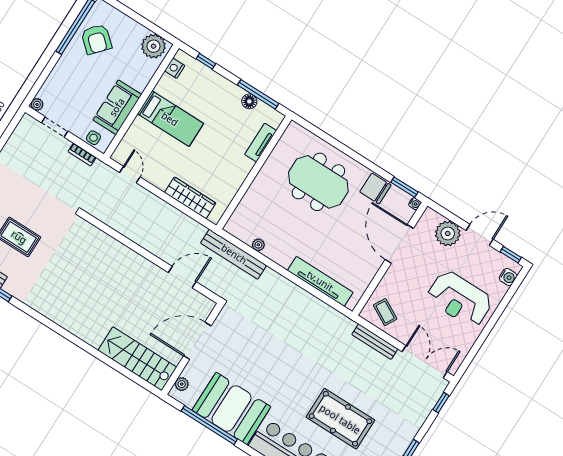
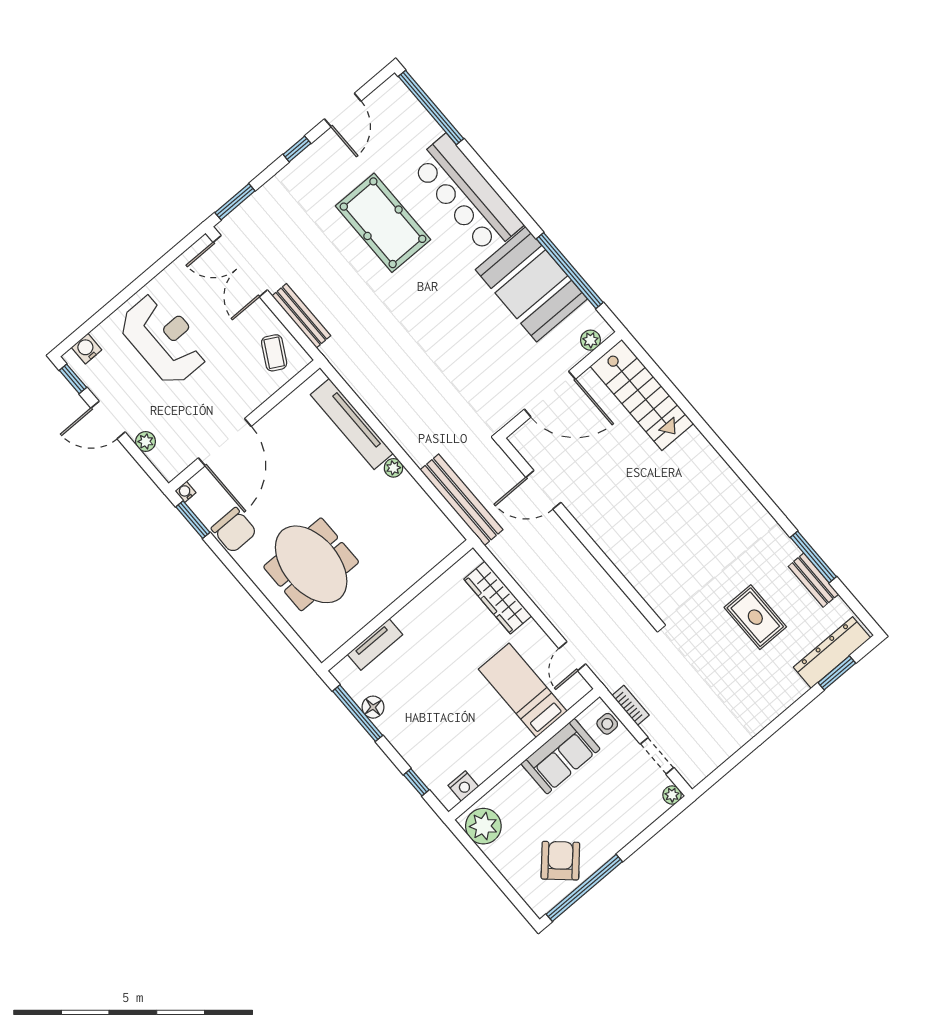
bed: (170, 119) -> (523, 690), moved
plant: (448, 233) -> (146, 441), width x0.53, depth x0.53
plant: (258, 245) -> (393, 468), moved
window: (441, 403) -> (235, 202), width x1.50

